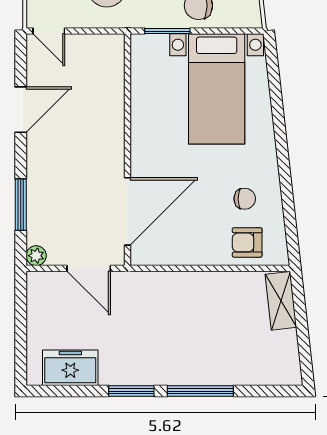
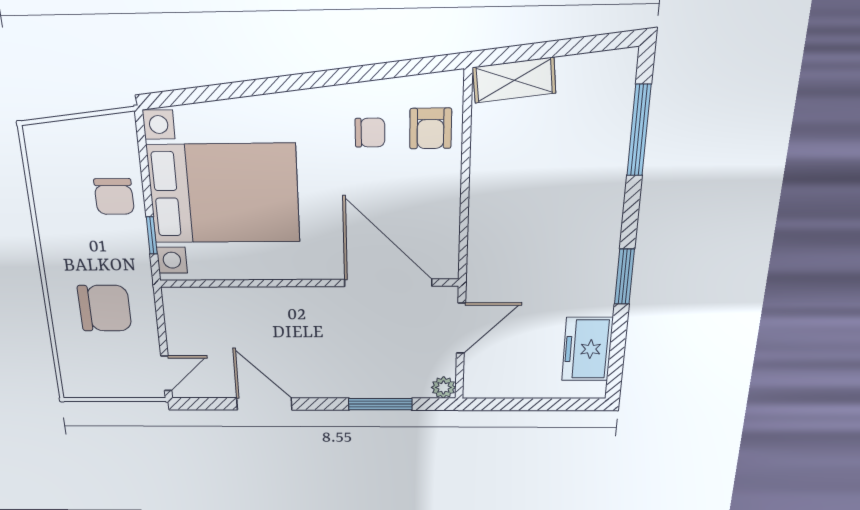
window: (167, 31) -> (152, 235), width x0.67
bed with nightstands: (217, 89) -> (224, 194), width x1.36
chair: (245, 199) -> (370, 133), turned 90
window: (200, 391) -> (639, 130), moved

